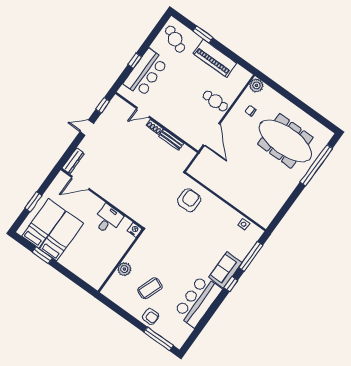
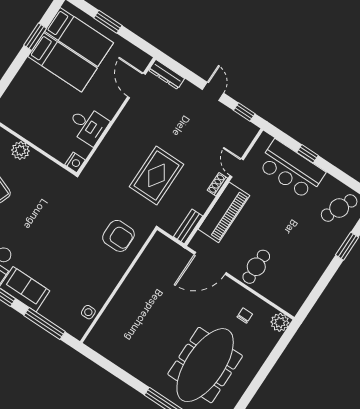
piano: (215, 58) -> (224, 212), moved, turned 180
bench: (171, 140) -> (188, 226), moved
rug: (146, 171) -> (156, 175), added

